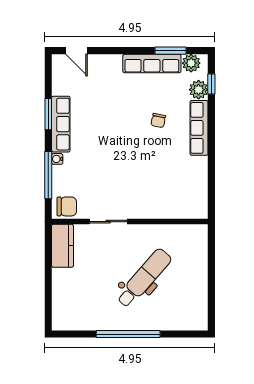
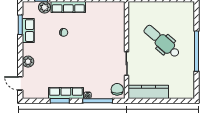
door: (76, 51) -> (20, 83), swing flipped
row of seats: (152, 63) -> (28, 31), width x0.68
plant: (191, 63) -> (28, 62), moved
kitchen counter: (63, 246) -> (148, 92), width x1.50

